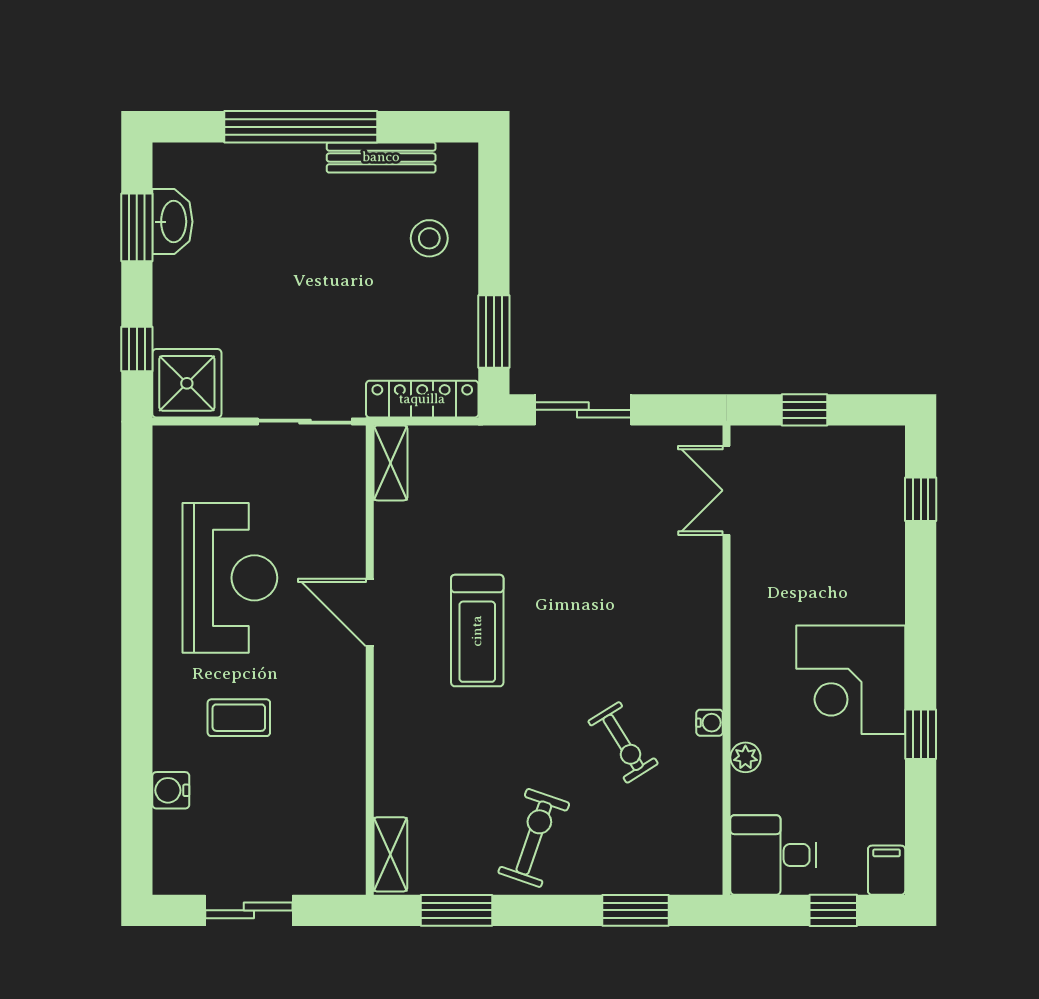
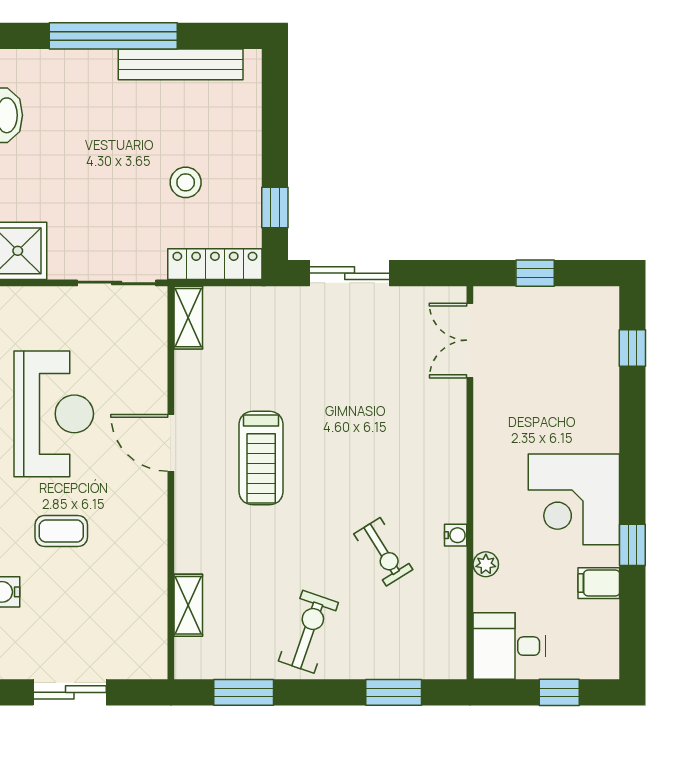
bench: (381, 157) -> (181, 64), width x1.37, depth x1.21
stool: (429, 238) -> (186, 182), moved
window: (494, 332) -> (275, 207), width x0.67
shelving: (390, 854) -> (188, 605), moved
filing cabinet: (887, 870) -> (599, 583), moved, turned -90

